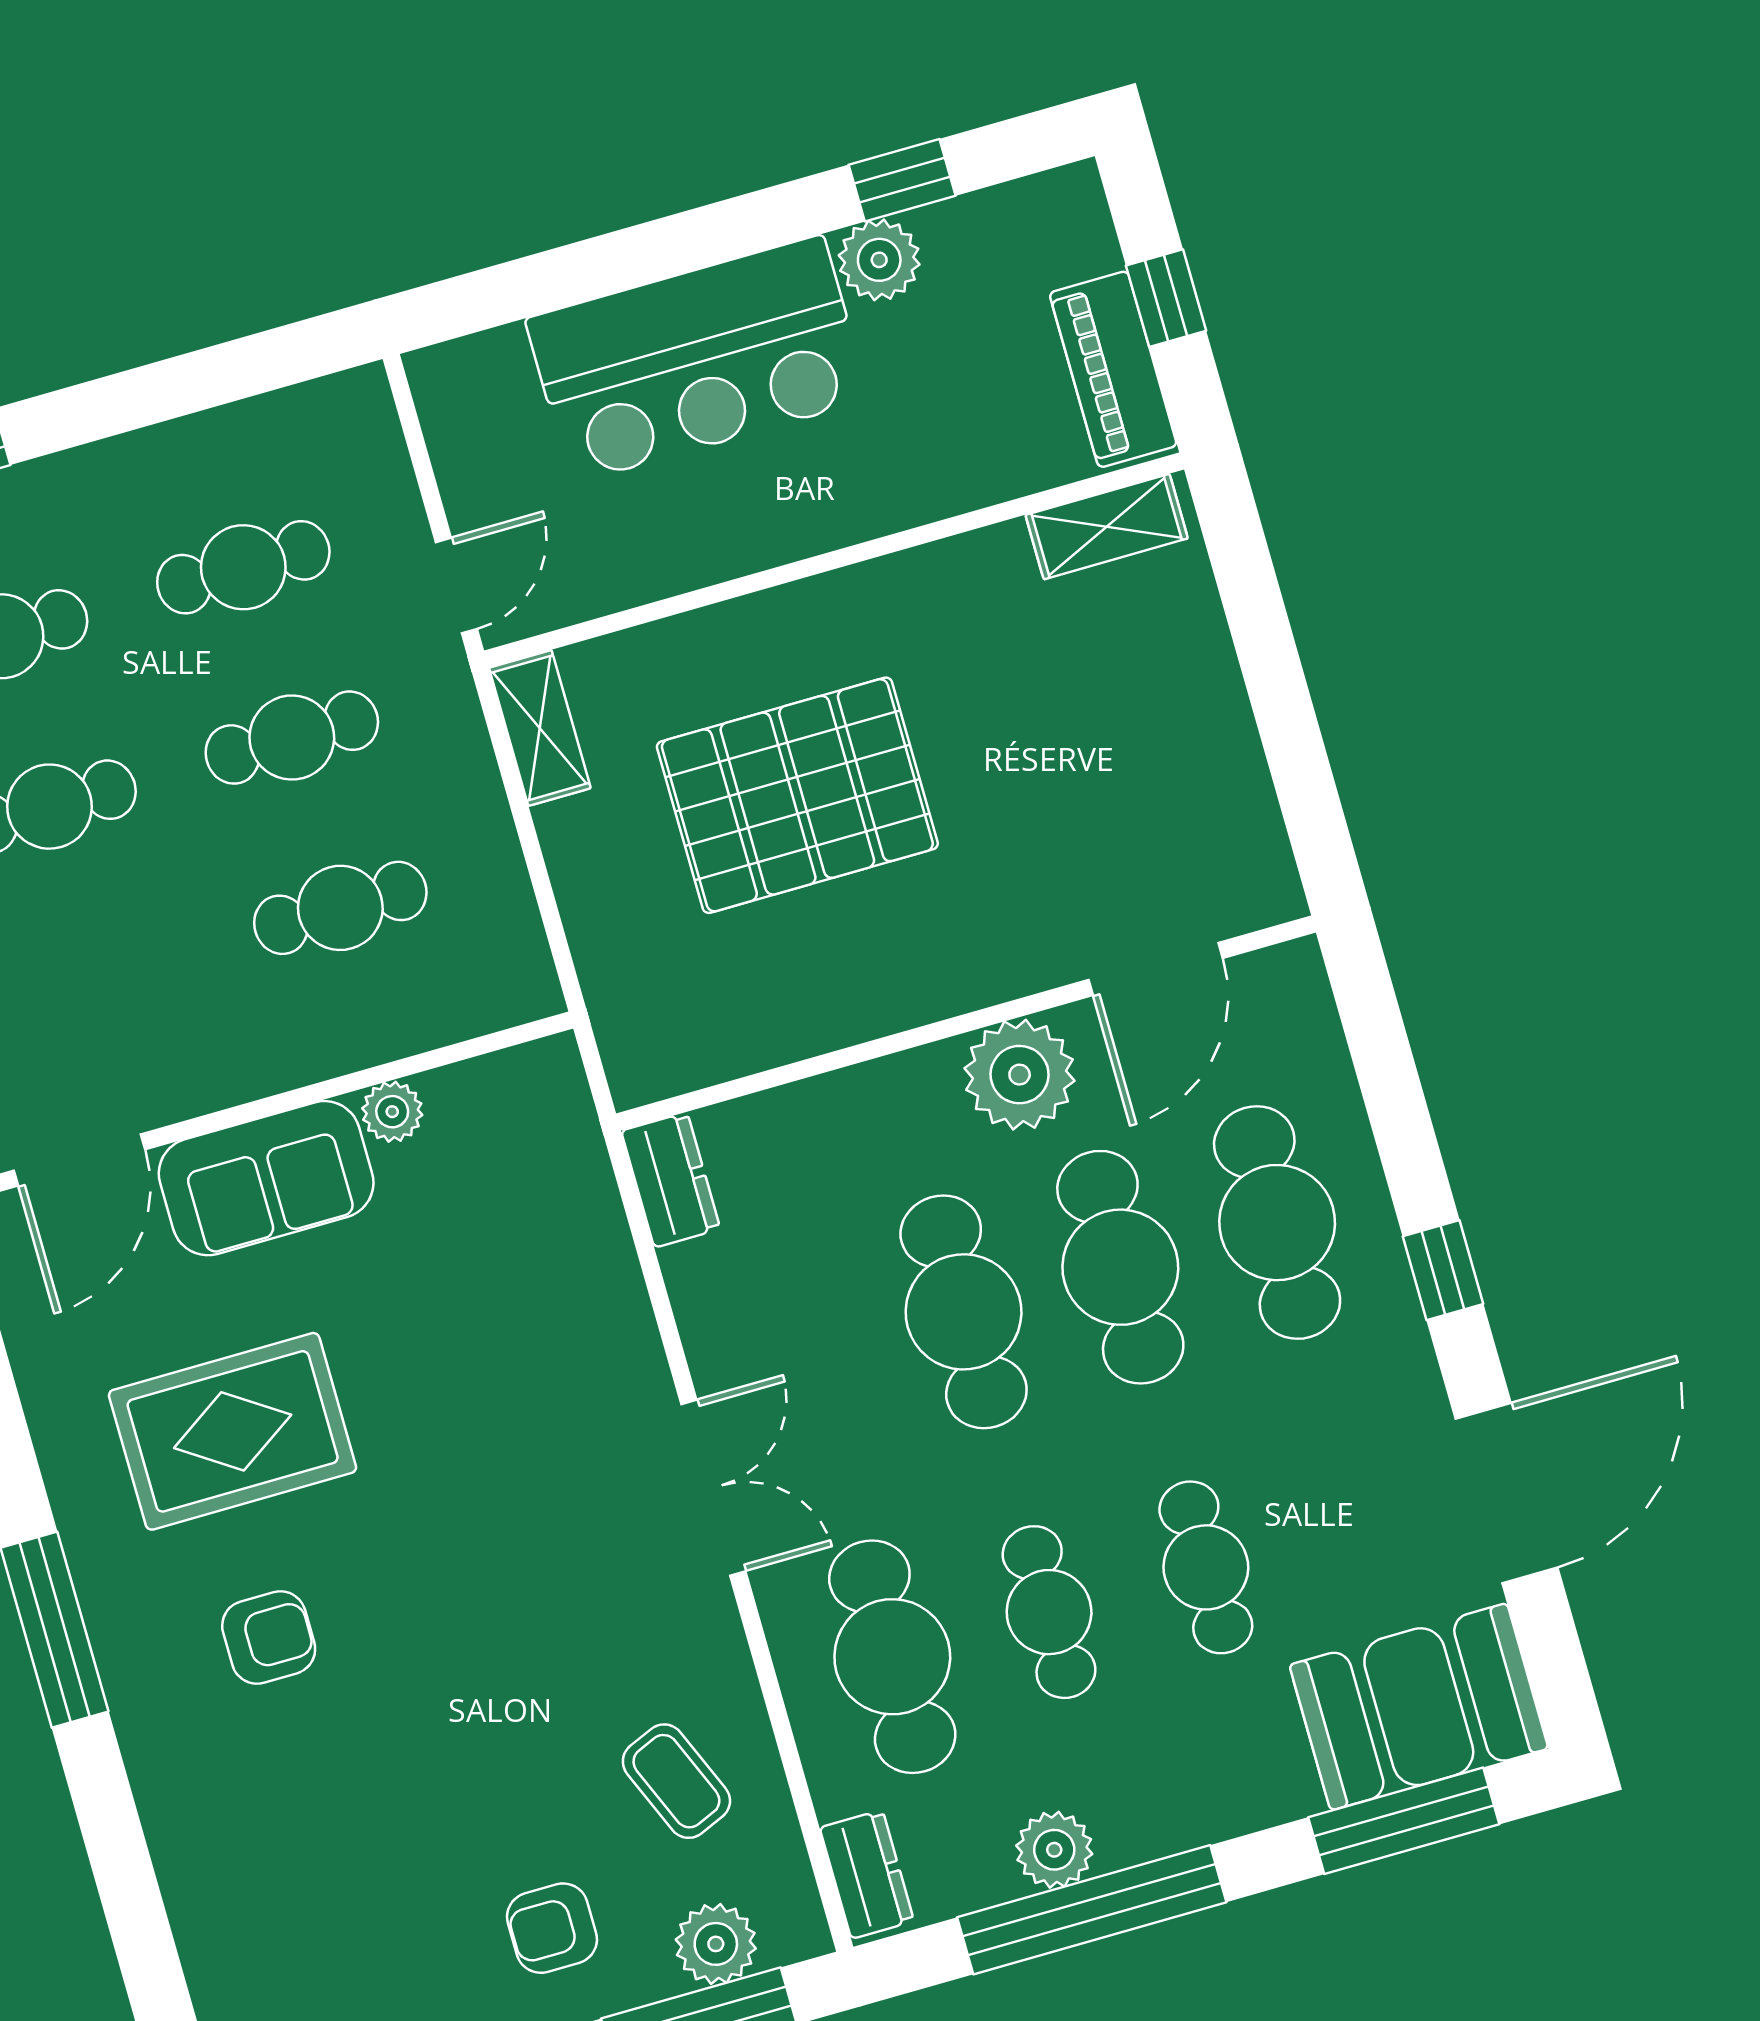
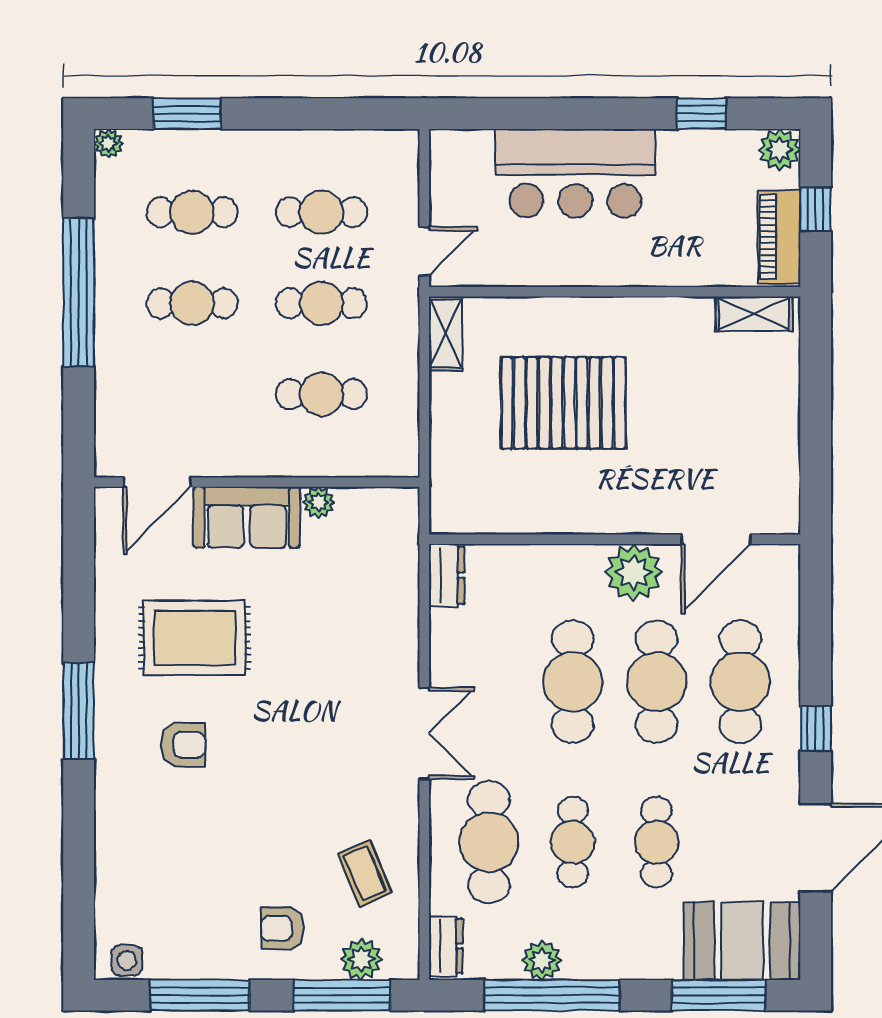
plant: (879, 260) -> (779, 150), moved

